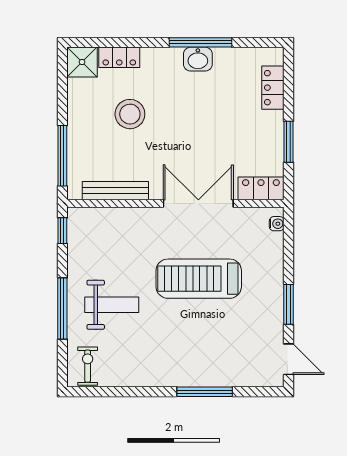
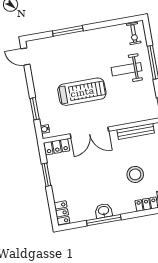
locker: (273, 88) -> (62, 213), moved
window: (288, 304) -> (35, 109), moved

